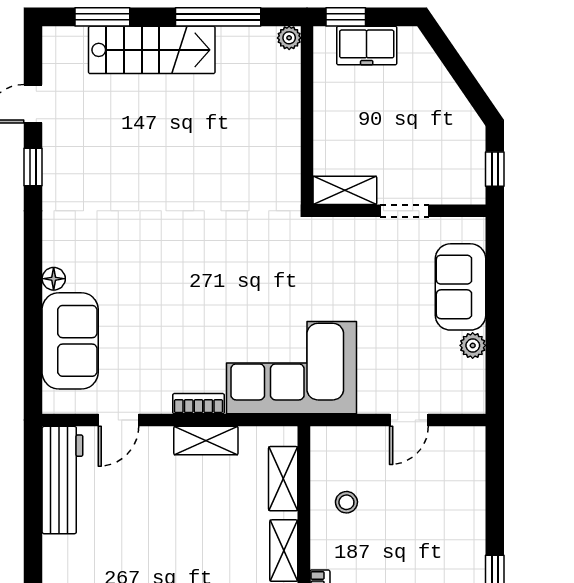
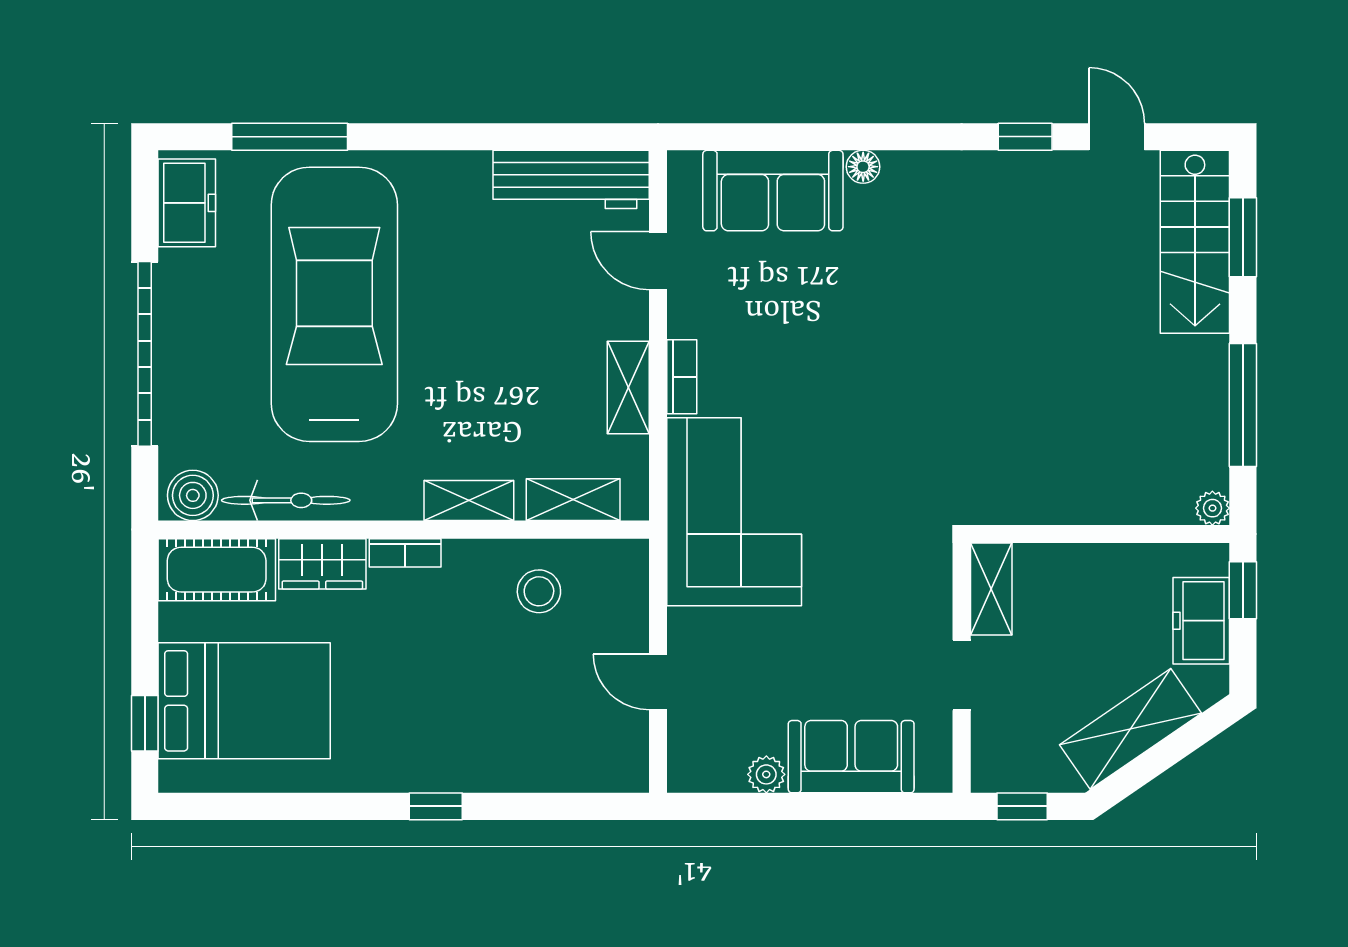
stairs: (152, 50) -> (1195, 242), moved
shelving: (441, 94) -> (1131, 729), added
stool: (346, 502) -> (539, 591), width x1.37, depth x1.37

